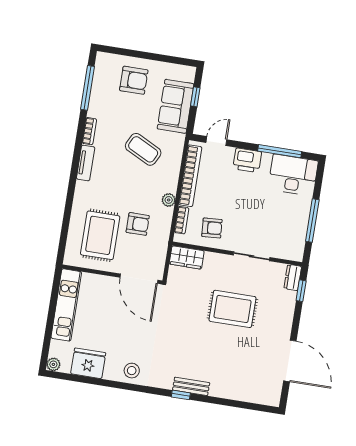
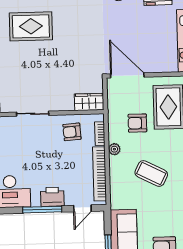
coffee table: (143, 149) -> (151, 174), moved
window: (280, 151) -> (42, 210), moved
rug: (232, 309) -> (31, 26), moved

